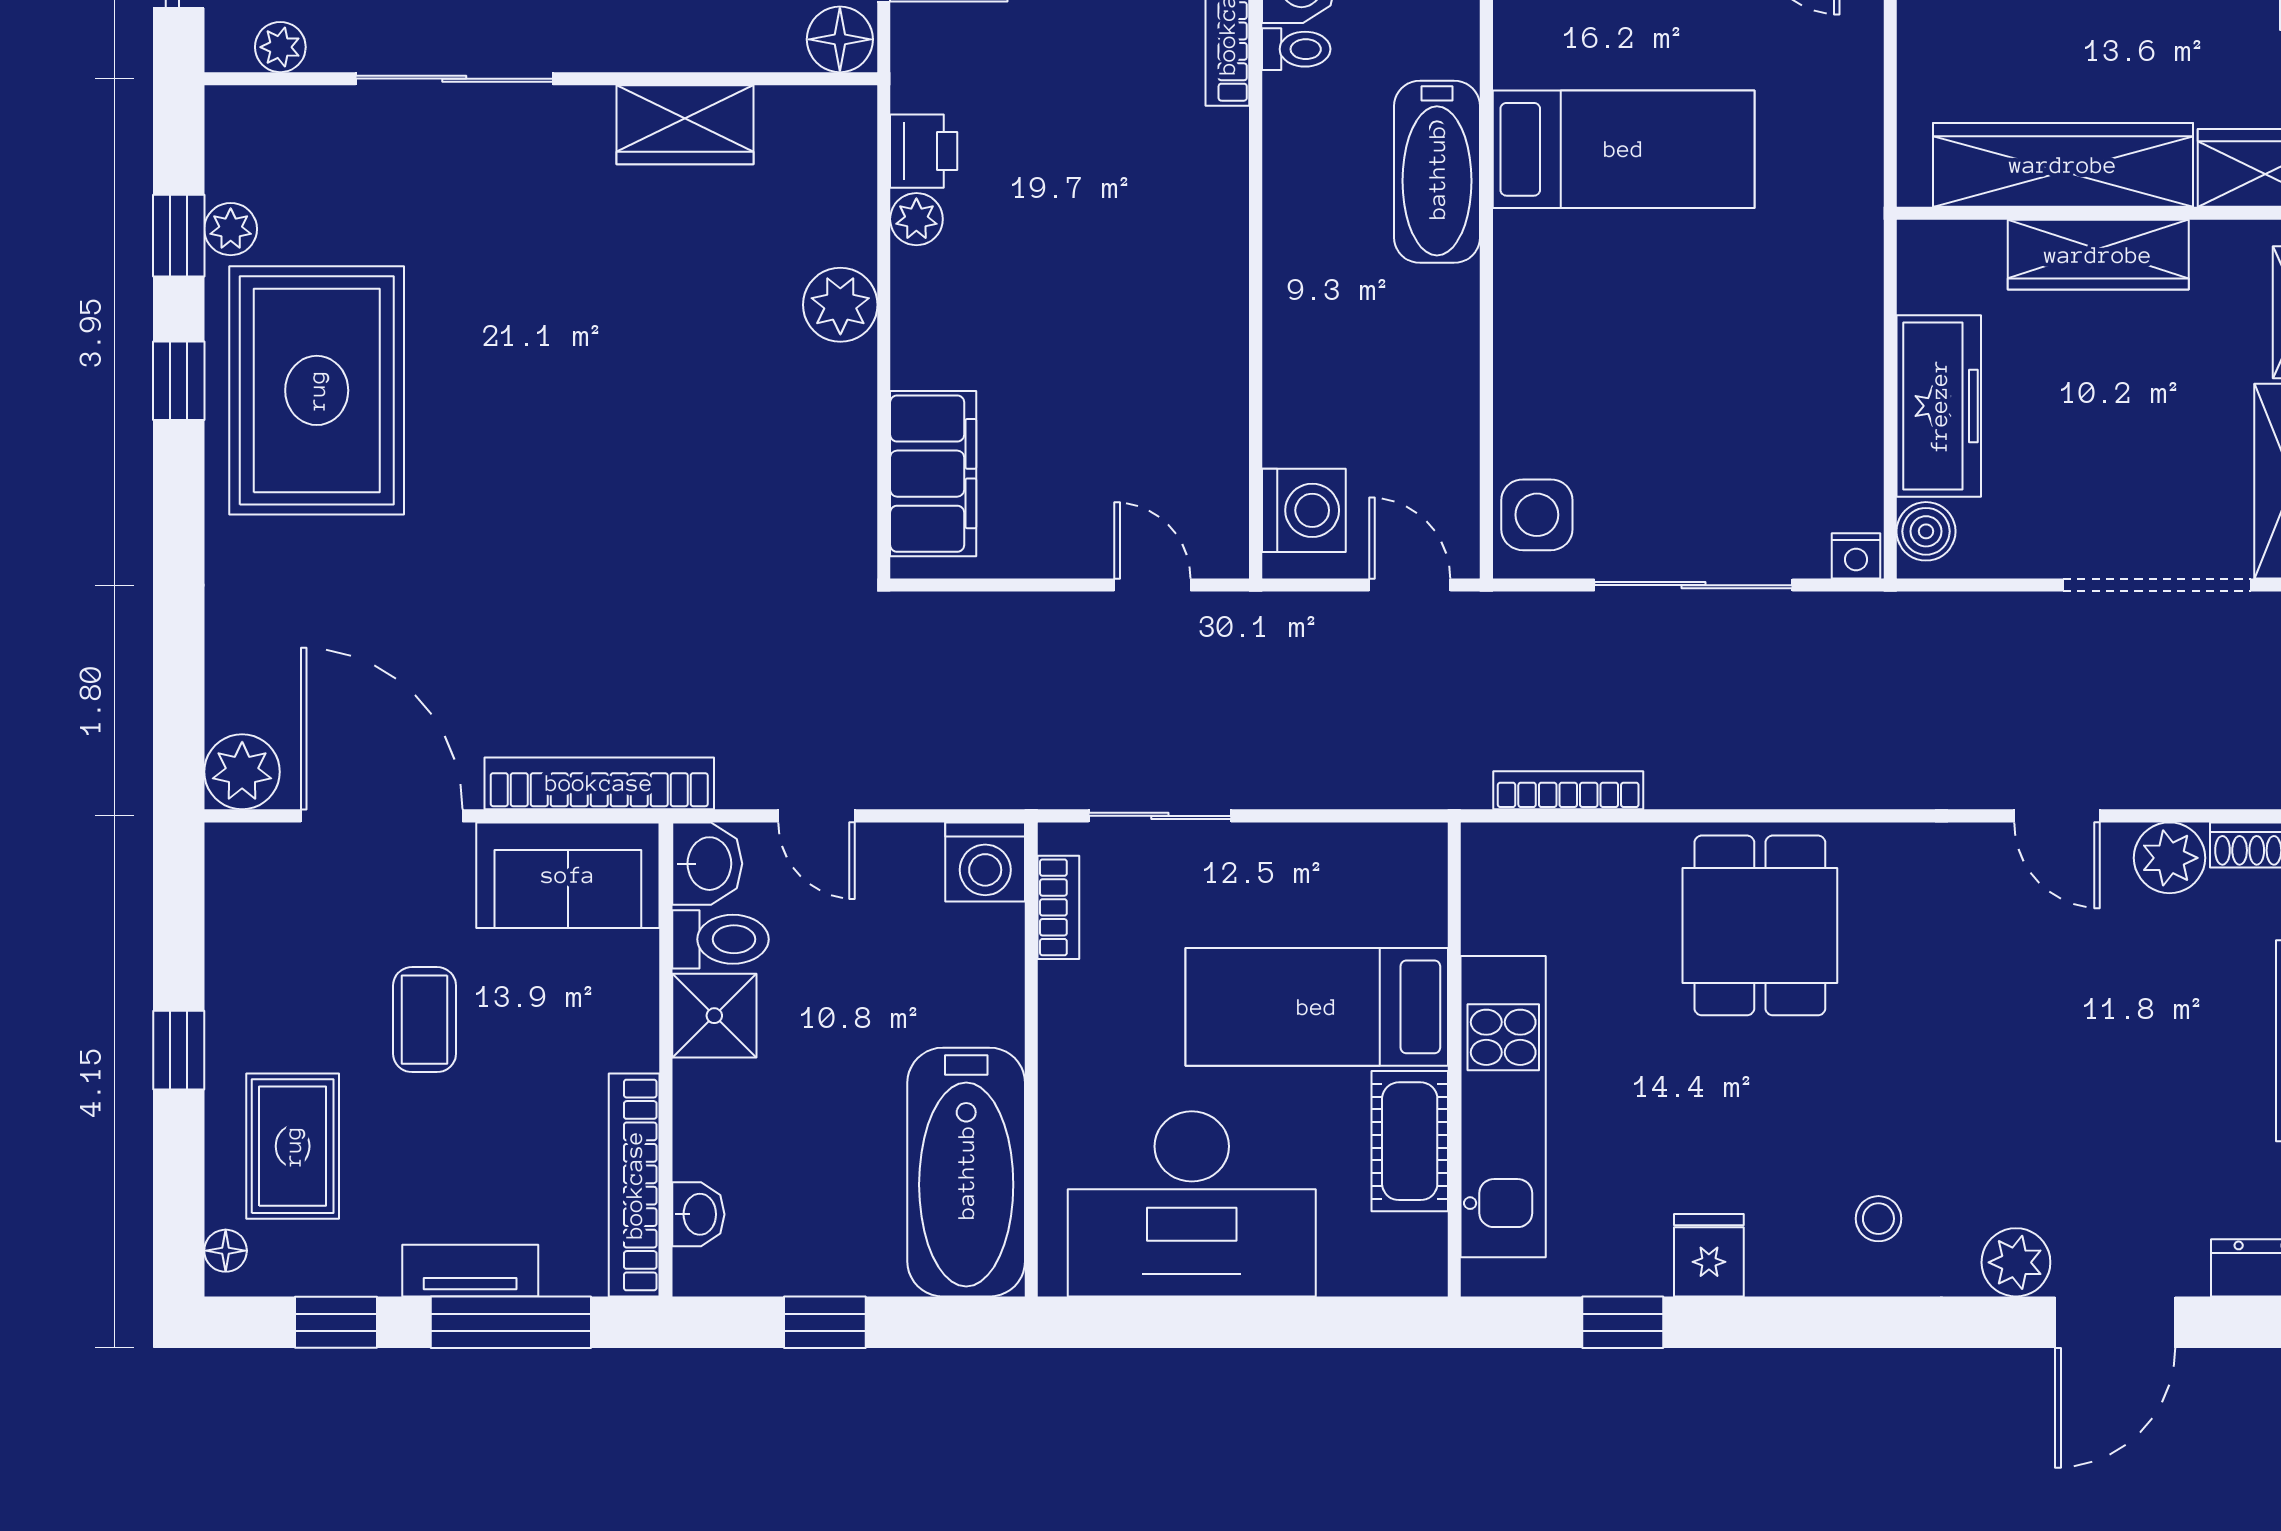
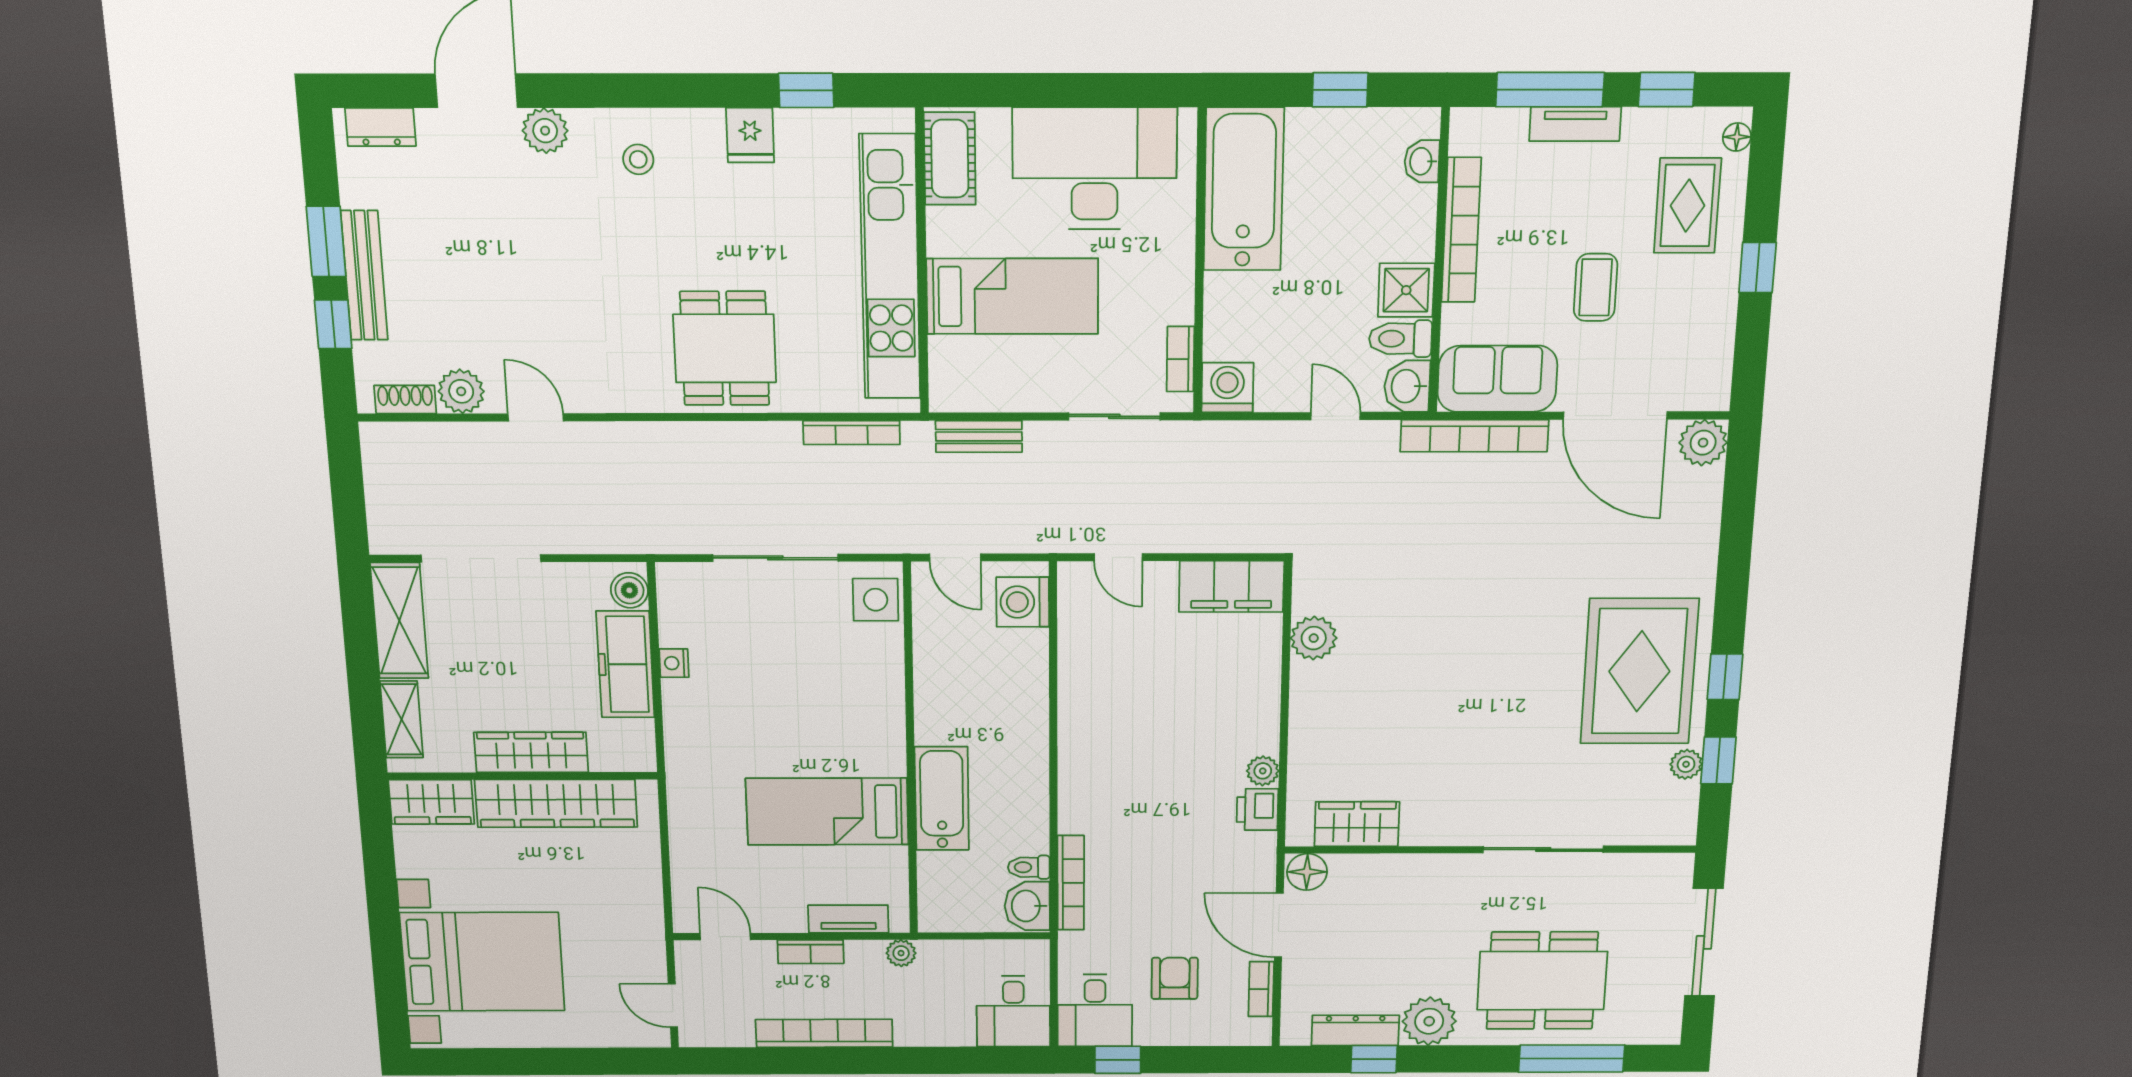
plant: (280, 47) -> (1648, 867), removed
wardrobe: (685, 125) -> (1357, 824), moved
plant: (840, 305) -> (1314, 638), moved
filing cabinet: (933, 474) -> (1231, 586), moved, turned -90
nightstand: (1856, 556) -> (674, 663), moved, turned -90
bench: (1370, 784) -> (979, 436), added
kitchen unit: (1503, 1107) -> (890, 268), width x1.36
cot: (1410, 1141) -> (950, 159), moved
bookcase: (634, 1185) -> (1461, 230), moved

